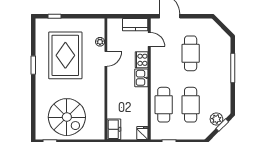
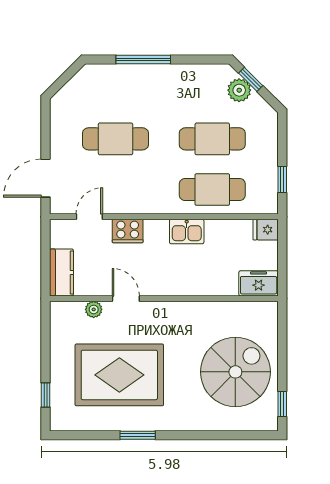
kitchen counter: (135, 25) -> (61, 272), moved
kitchen sink: (141, 78) -> (187, 231), moved

